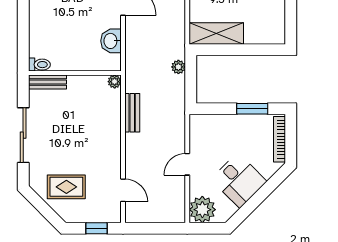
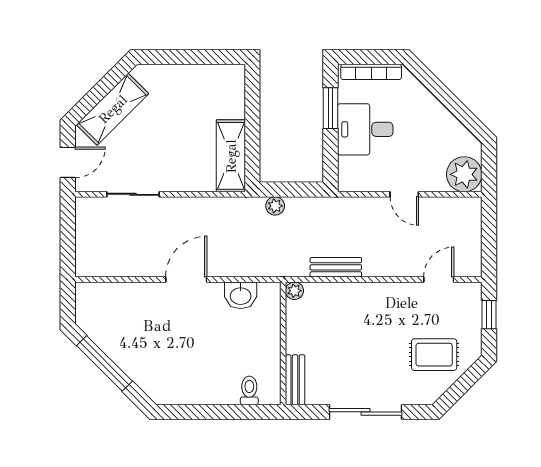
toilet: (39, 65) -> (249, 390), moved
desk: (239, 180) -> (365, 129), moved, turned -135
rug: (66, 187) -> (434, 355), turned 90

